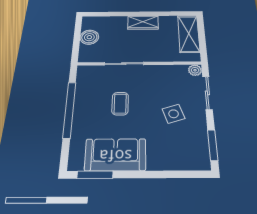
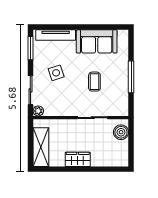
boiler: (89, 37) -> (121, 132), moved
window: (69, 109) -> (131, 77), width x0.68
tv unit: (177, 163) -> (56, 35), added
window: (95, 175) -> (110, 27), removed

